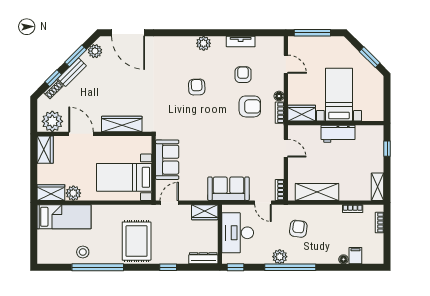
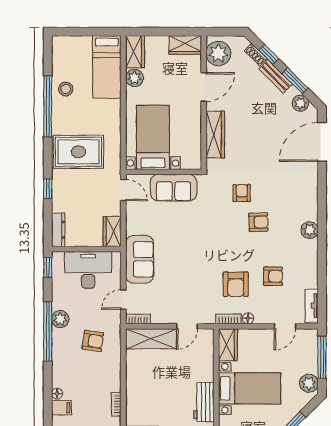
tv unit: (241, 41) -> (312, 306), moved
plant: (335, 44) -> (309, 383), added
armchair: (172, 101) -> (242, 193), added
workbench: (338, 134) -> (204, 402), moved
shelving: (317, 192) -> (151, 339), moved, turned 90

